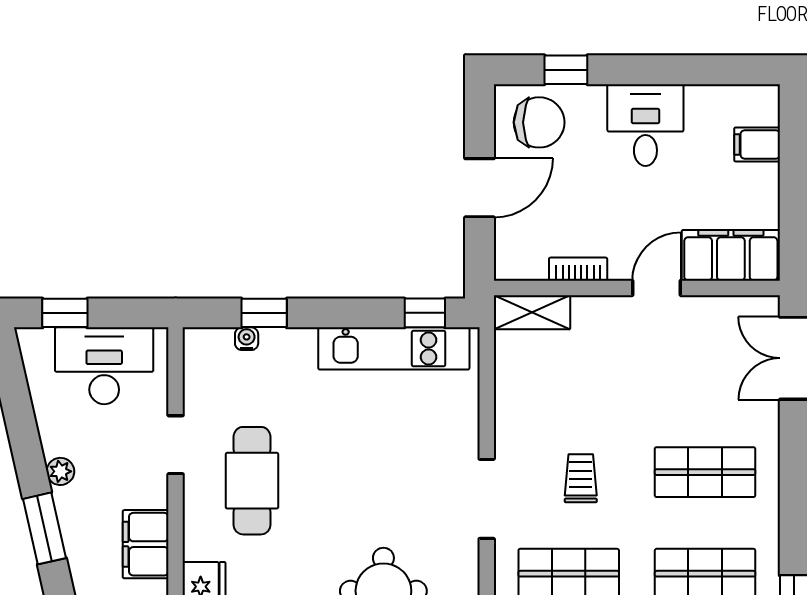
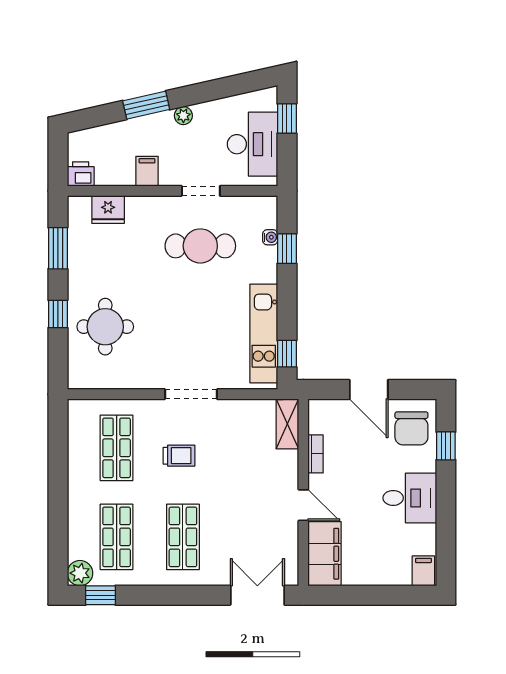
filing cabinet: (757, 144) -> (423, 571), moved
cafe table: (252, 481) -> (200, 246), moved
doorway: (487, 499) -> (191, 394), moved
filing cabinet: (146, 544) -> (147, 171), width x0.50

